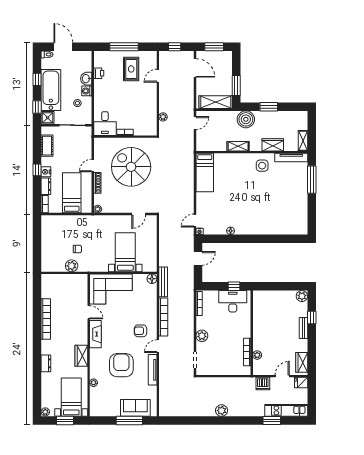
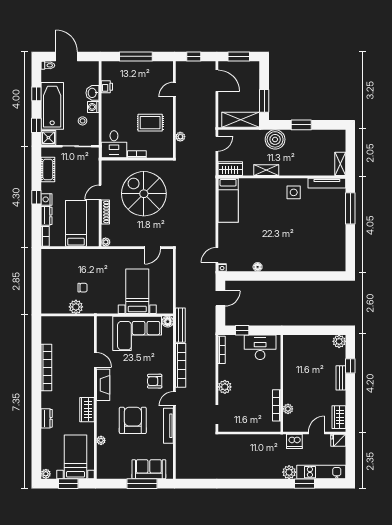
rug: (131, 69) -> (150, 123), moved, turned 90
wardrobe: (273, 145) -> (230, 169), moved
window: (234, 286) -> (242, 330), moved
corner sofa: (111, 289) -> (137, 333), moved
plant: (222, 411) -> (289, 472), moved

